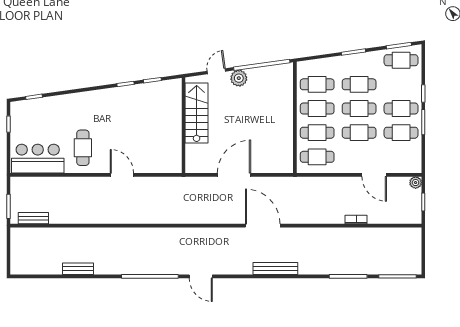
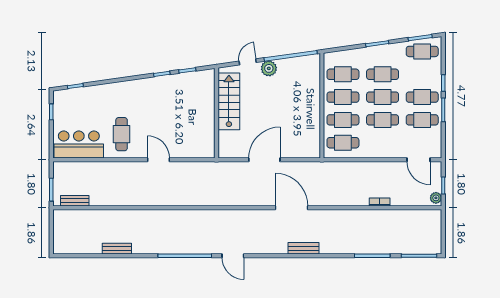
door: (374, 175) -> (418, 160), moved
plant: (416, 183) -> (436, 198), moved
bench: (275, 268) -> (303, 248), width x0.73

